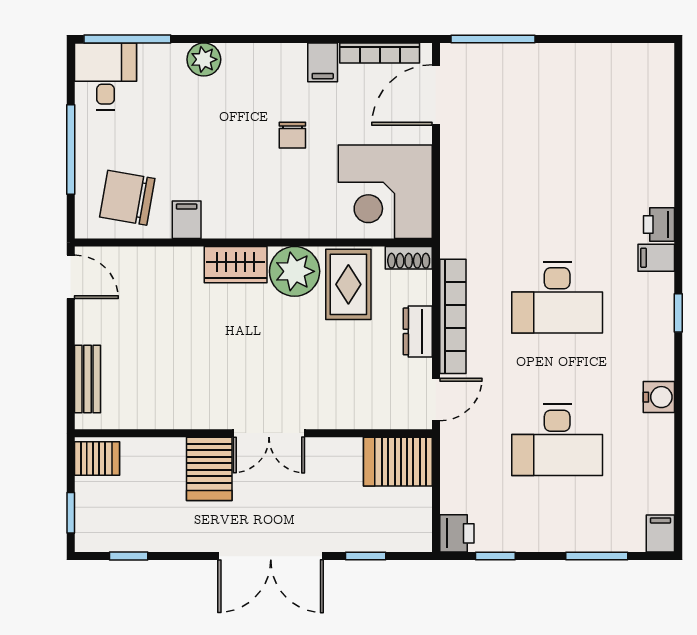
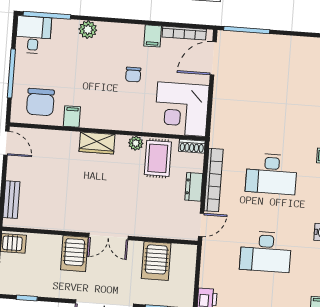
chair: (127, 198) -> (40, 102), turned -100
plant: (295, 271) -> (136, 143), width x0.53, depth x0.53
server rack: (398, 462) -> (156, 261), moved, turned -90

